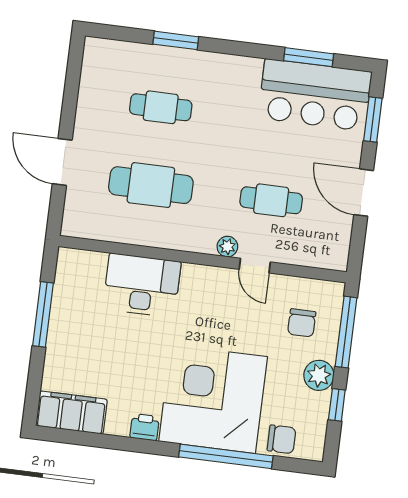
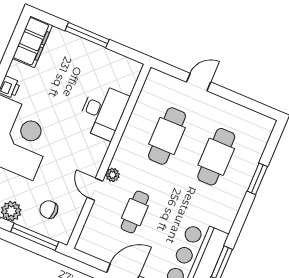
cafe table: (161, 107) -> (216, 157), width x1.37, depth x1.35
door: (62, 162) -> (199, 82), width x0.73
door: (255, 266) -> (95, 189), hinge flipped
window: (43, 314) -> (87, 35), moved

